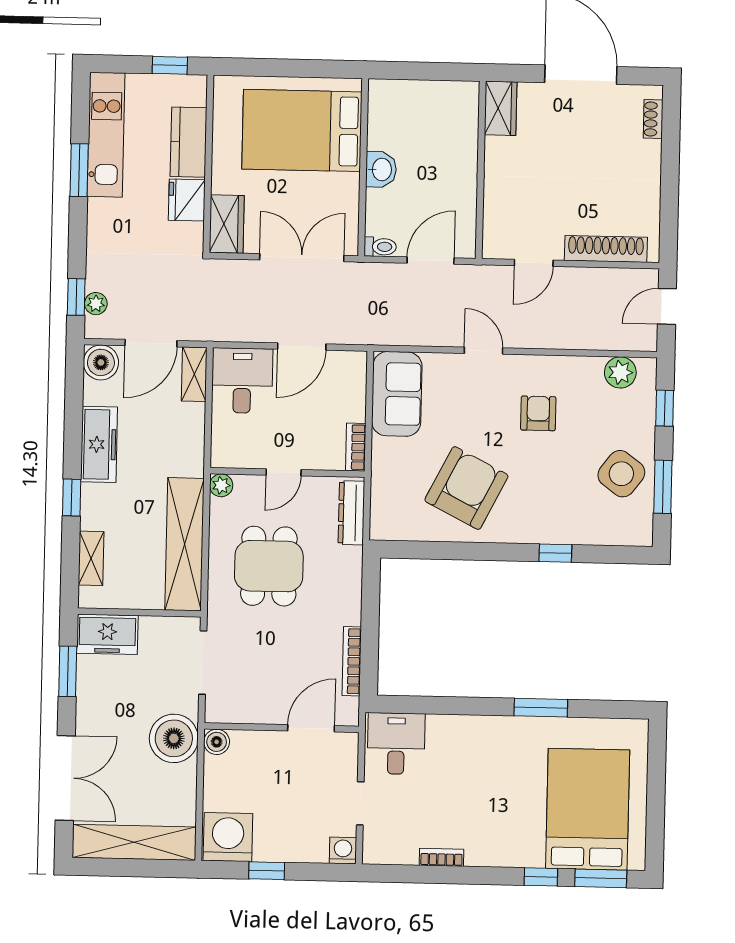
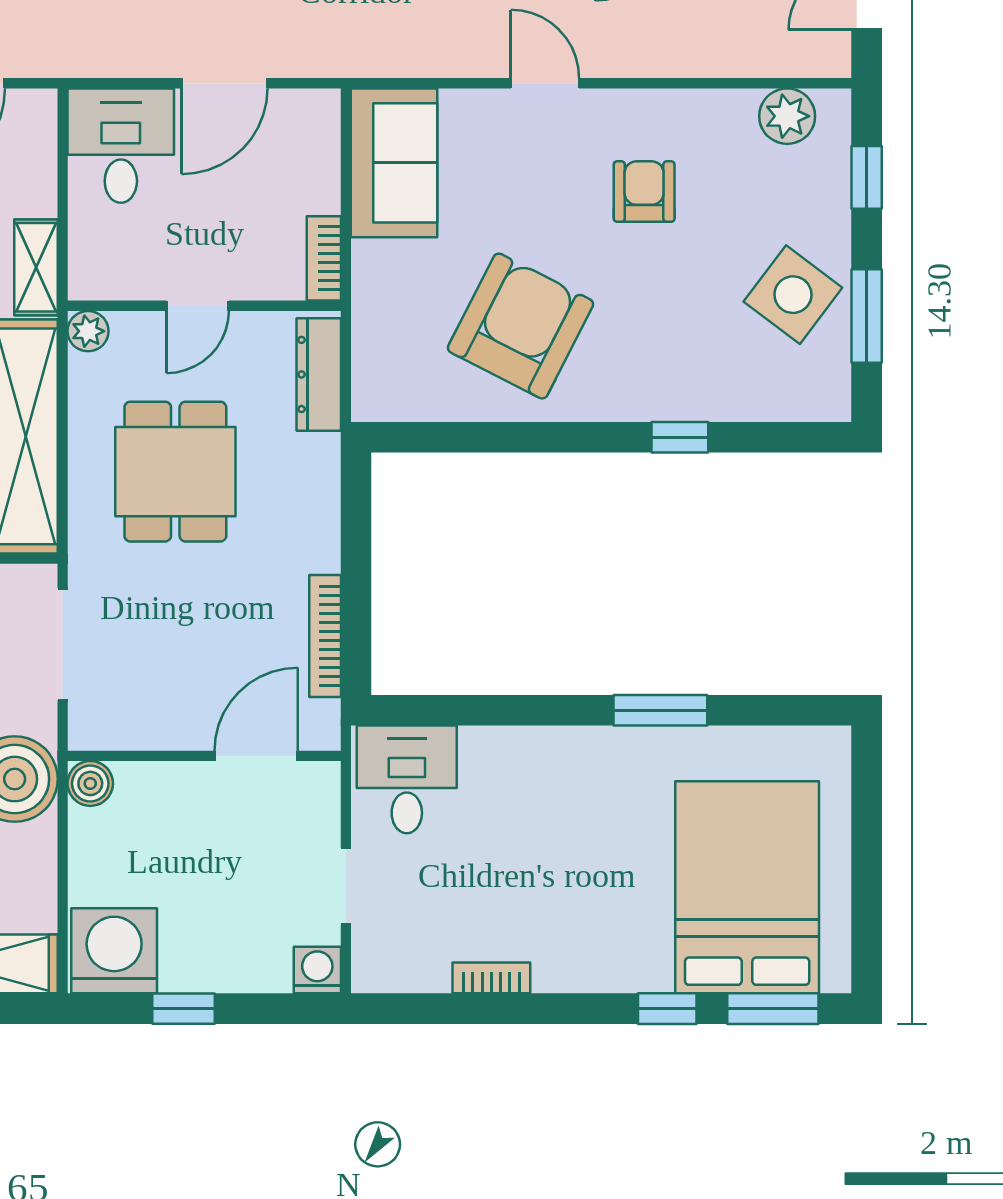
shelving: (194, 374) -> (36, 267), moved

